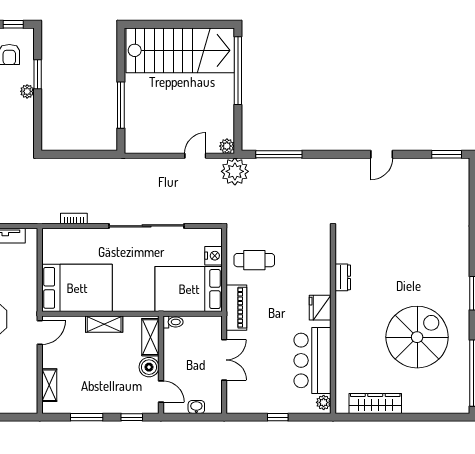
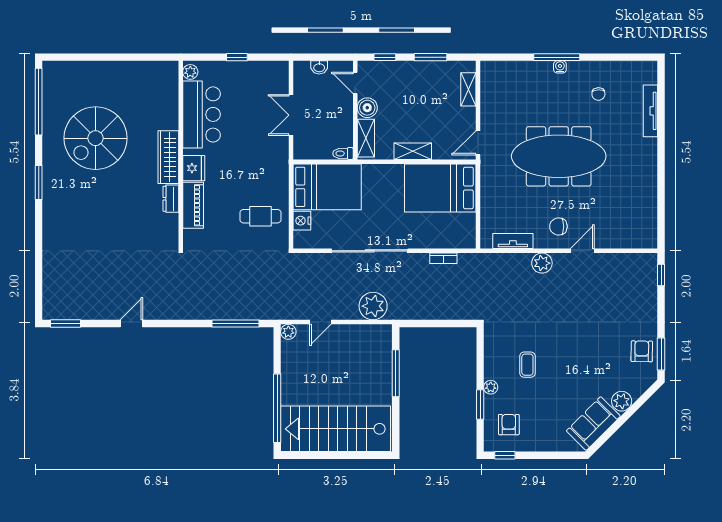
plant: (235, 171) -> (373, 306), moved
piano: (236, 308) -> (193, 205), moved, turned 180
wardrobe: (375, 403) -> (168, 157), moved, turned 90

